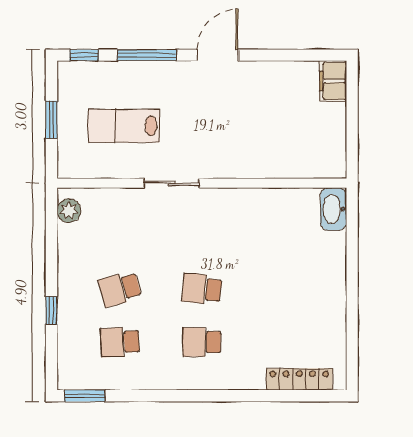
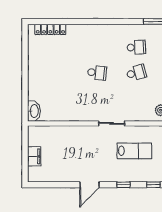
window: (147, 55) -> (123, 185), width x0.46
filing cabinet: (333, 81) -> (34, 156), moved
school desk: (202, 342) -> (97, 47), removed

